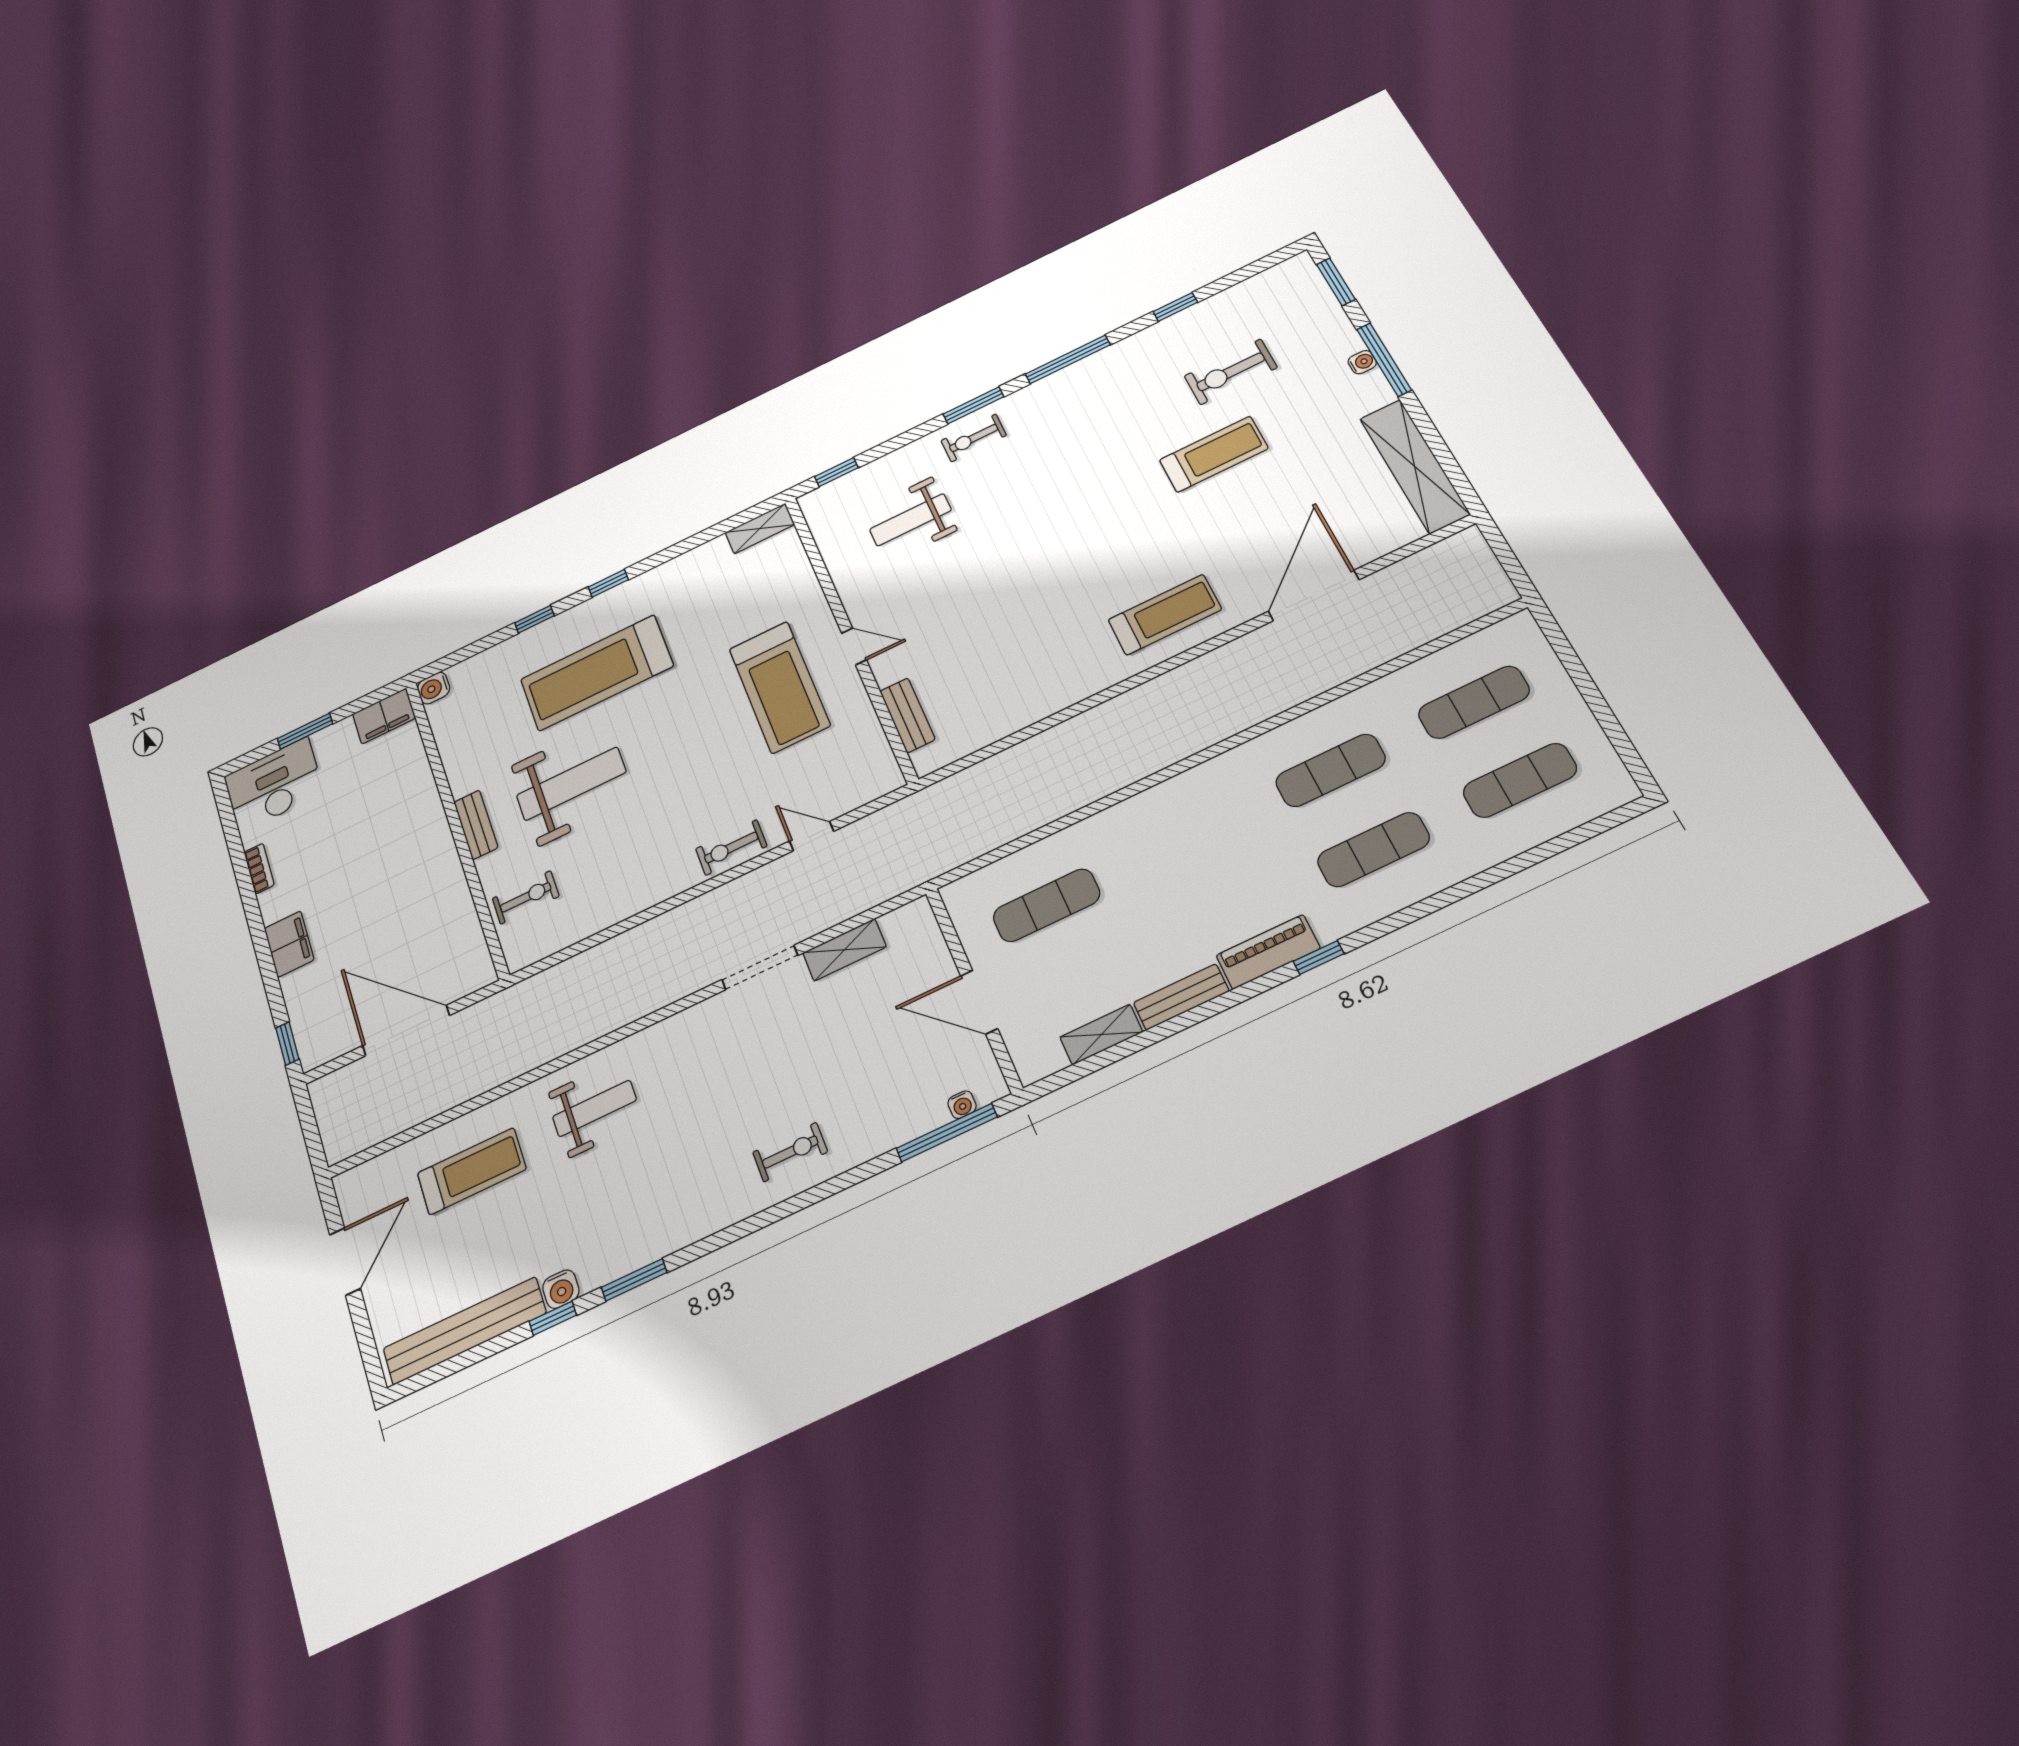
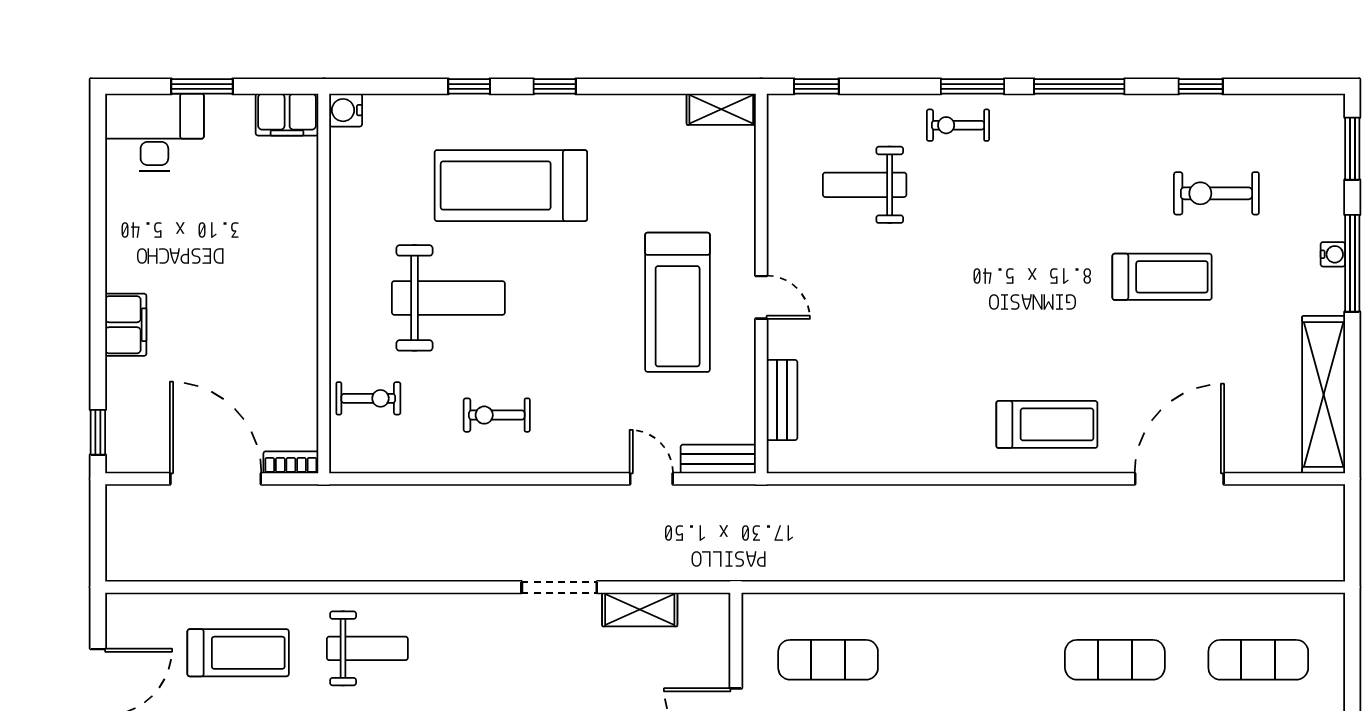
bench: (476, 825) -> (718, 459), moved, turned 90
exercise bike: (731, 847) -> (497, 415), moved
bookcase: (259, 869) -> (291, 462), moved, turned -90

